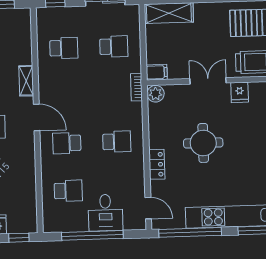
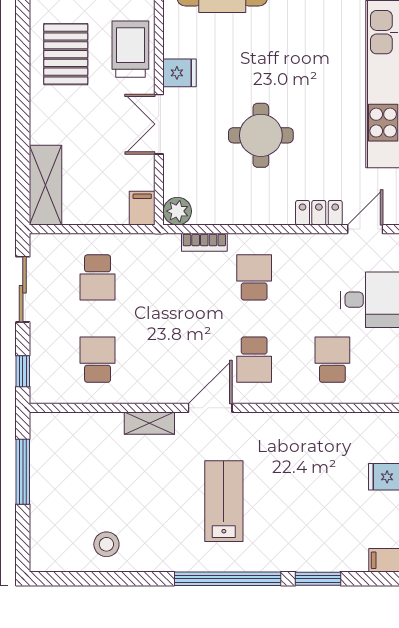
school desk: (114, 46) -> (98, 277), turned 180
bookcase: (136, 87) -> (204, 242), moved
locker: (157, 164) -> (319, 213), moved

